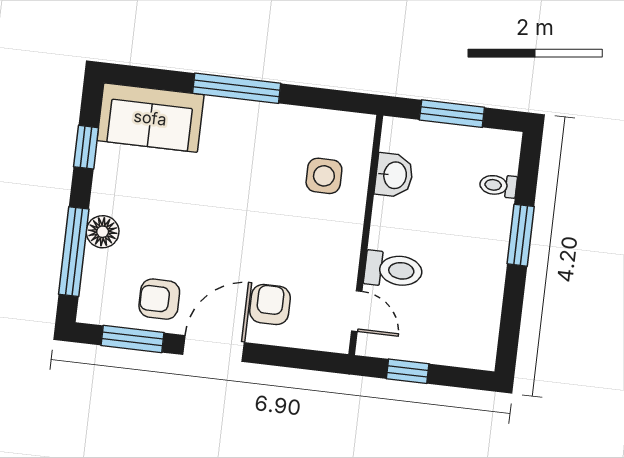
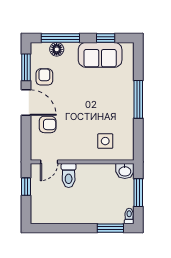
sofa: (150, 118) -> (100, 55), moved, turned -90
washbasin: (394, 175) -> (125, 171), moved
toilet: (498, 185) -> (129, 216), moved
floor lamp: (103, 232) -> (57, 49), moved
window: (521, 235) -> (110, 228), moved

